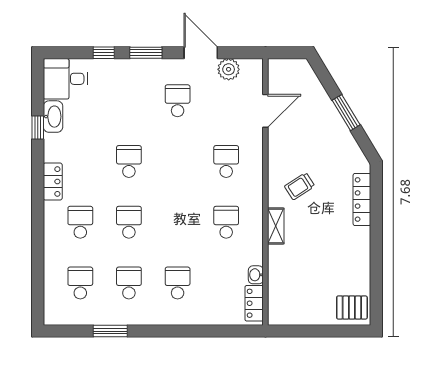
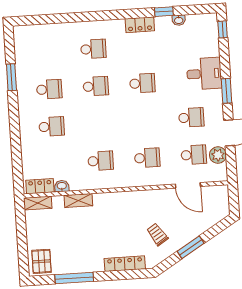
window: (104, 53) -> (223, 29), moved
desk: (65, 79) -> (204, 74), moved, turned 90
washbasin: (53, 117) -> (179, 20), width x0.52, depth x0.69
locker: (53, 182) -> (140, 25), moved
trolley: (300, 186) -> (157, 234), moved
shelving: (276, 226) -> (78, 200), moved
window: (376, 266) -> (74, 278), added
school desk: (80, 283) -> (194, 155), moved
shelving: (276, 307) -> (38, 203), added

